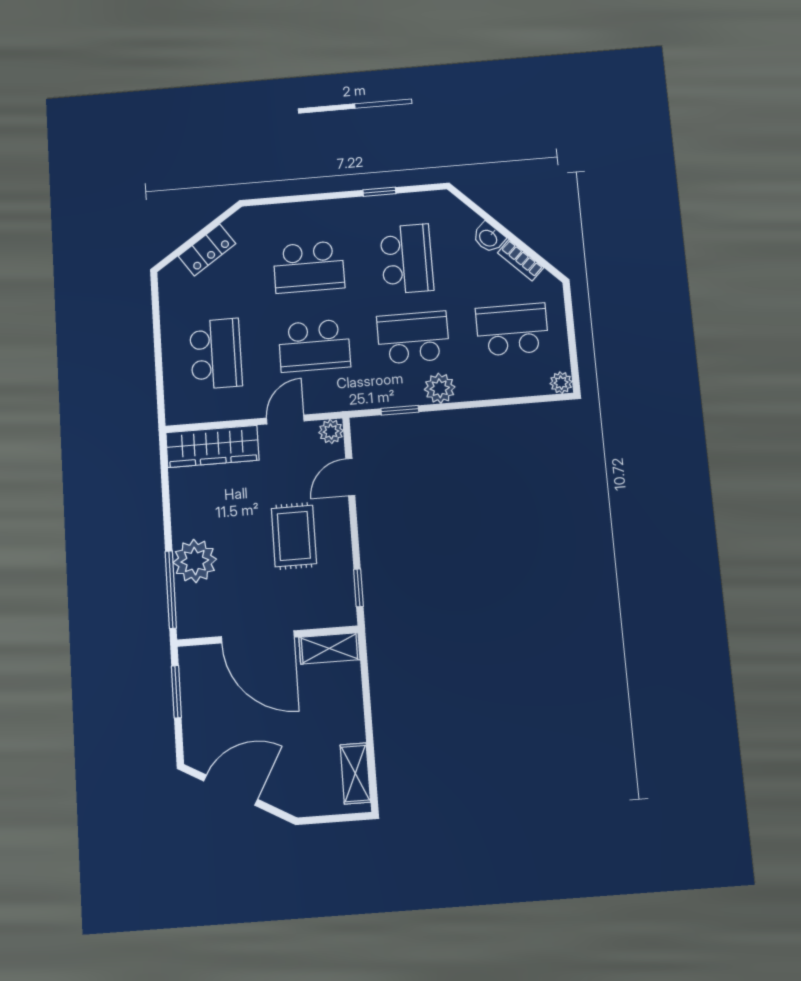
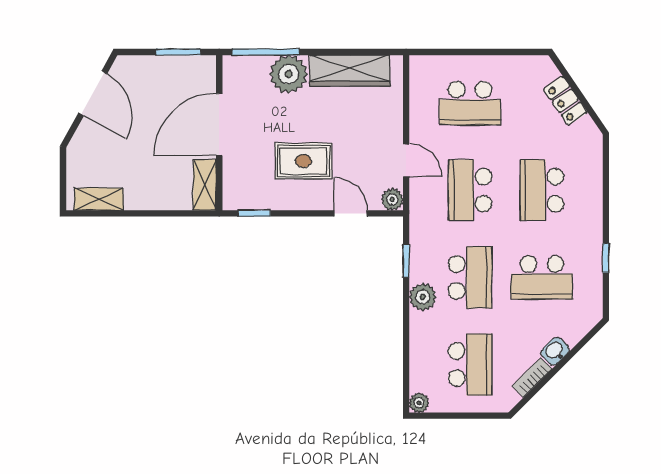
wardrobe: (212, 446) -> (350, 71), moved, turned -90

